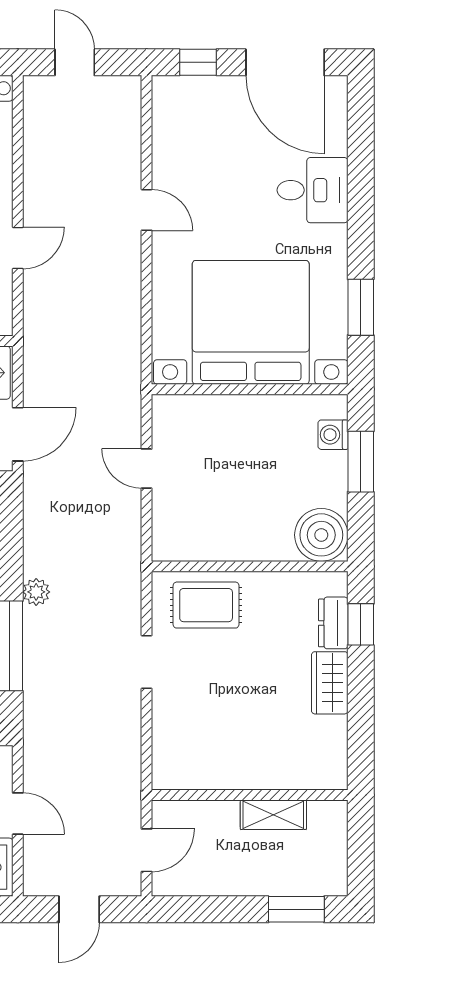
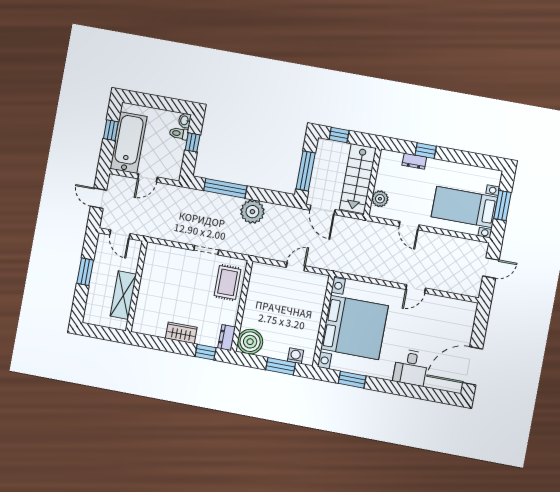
window: (198, 62) -> (480, 325), removed
plant: (36, 592) -> (252, 212), width x1.88, depth x1.88
dresser: (333, 623) -> (227, 338), moved, turned -90
shelving: (273, 815) -> (123, 295), width x1.50, depth x1.33
window: (296, 909) -> (85, 272), moved

